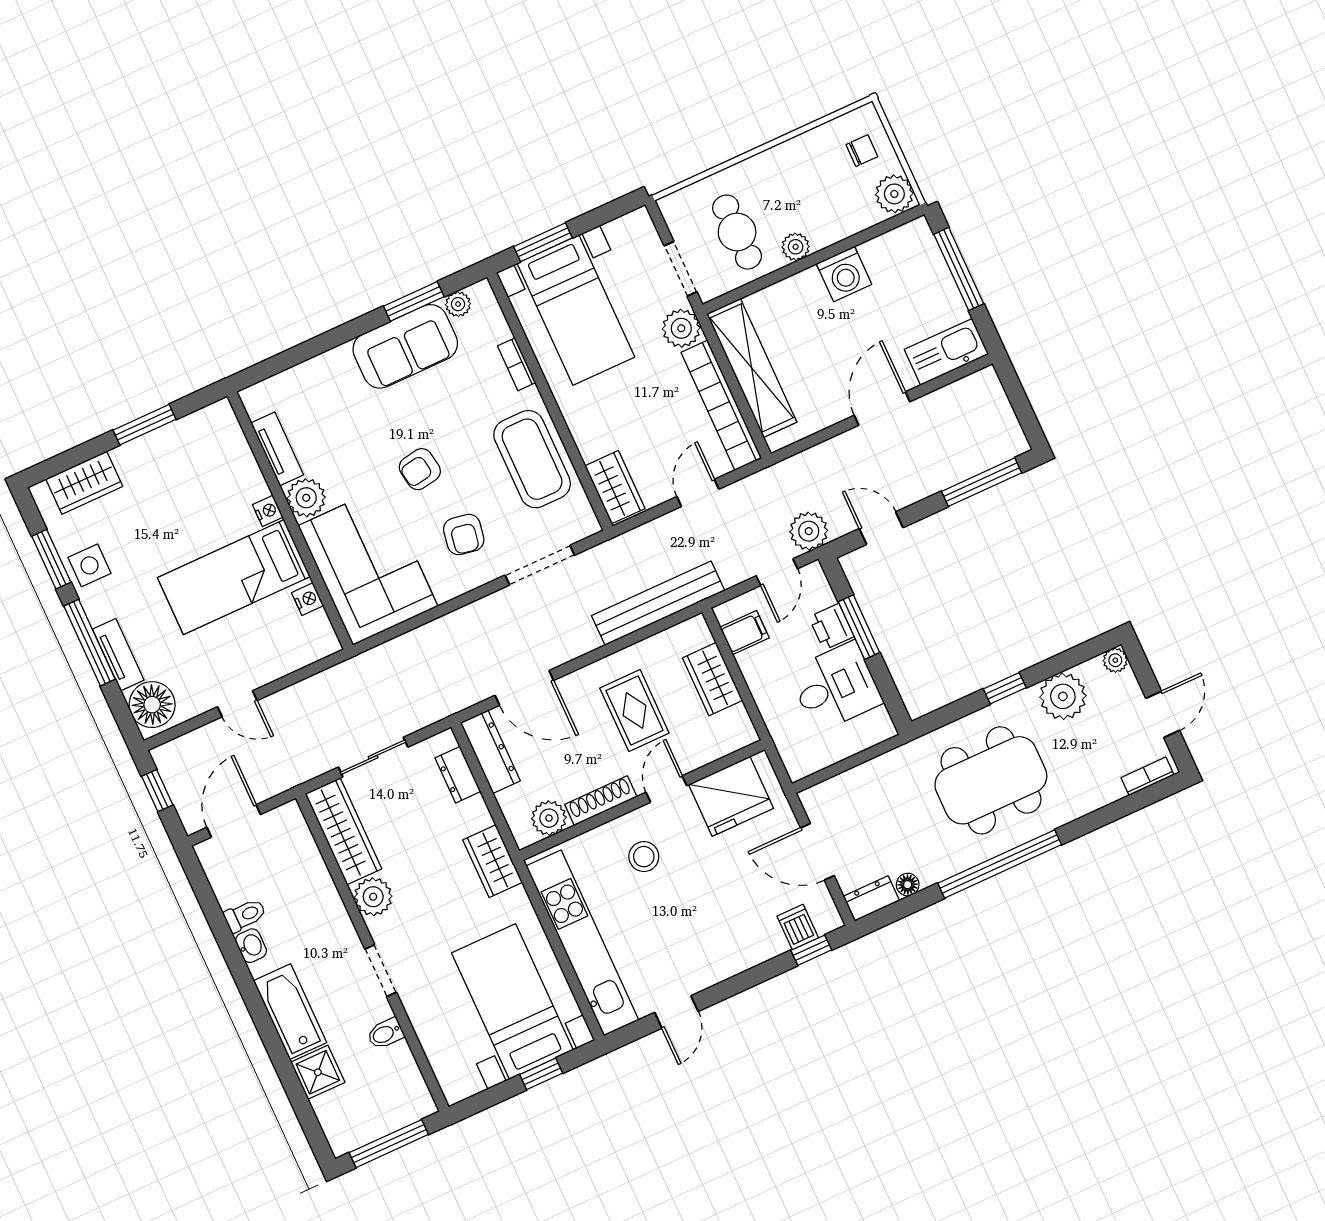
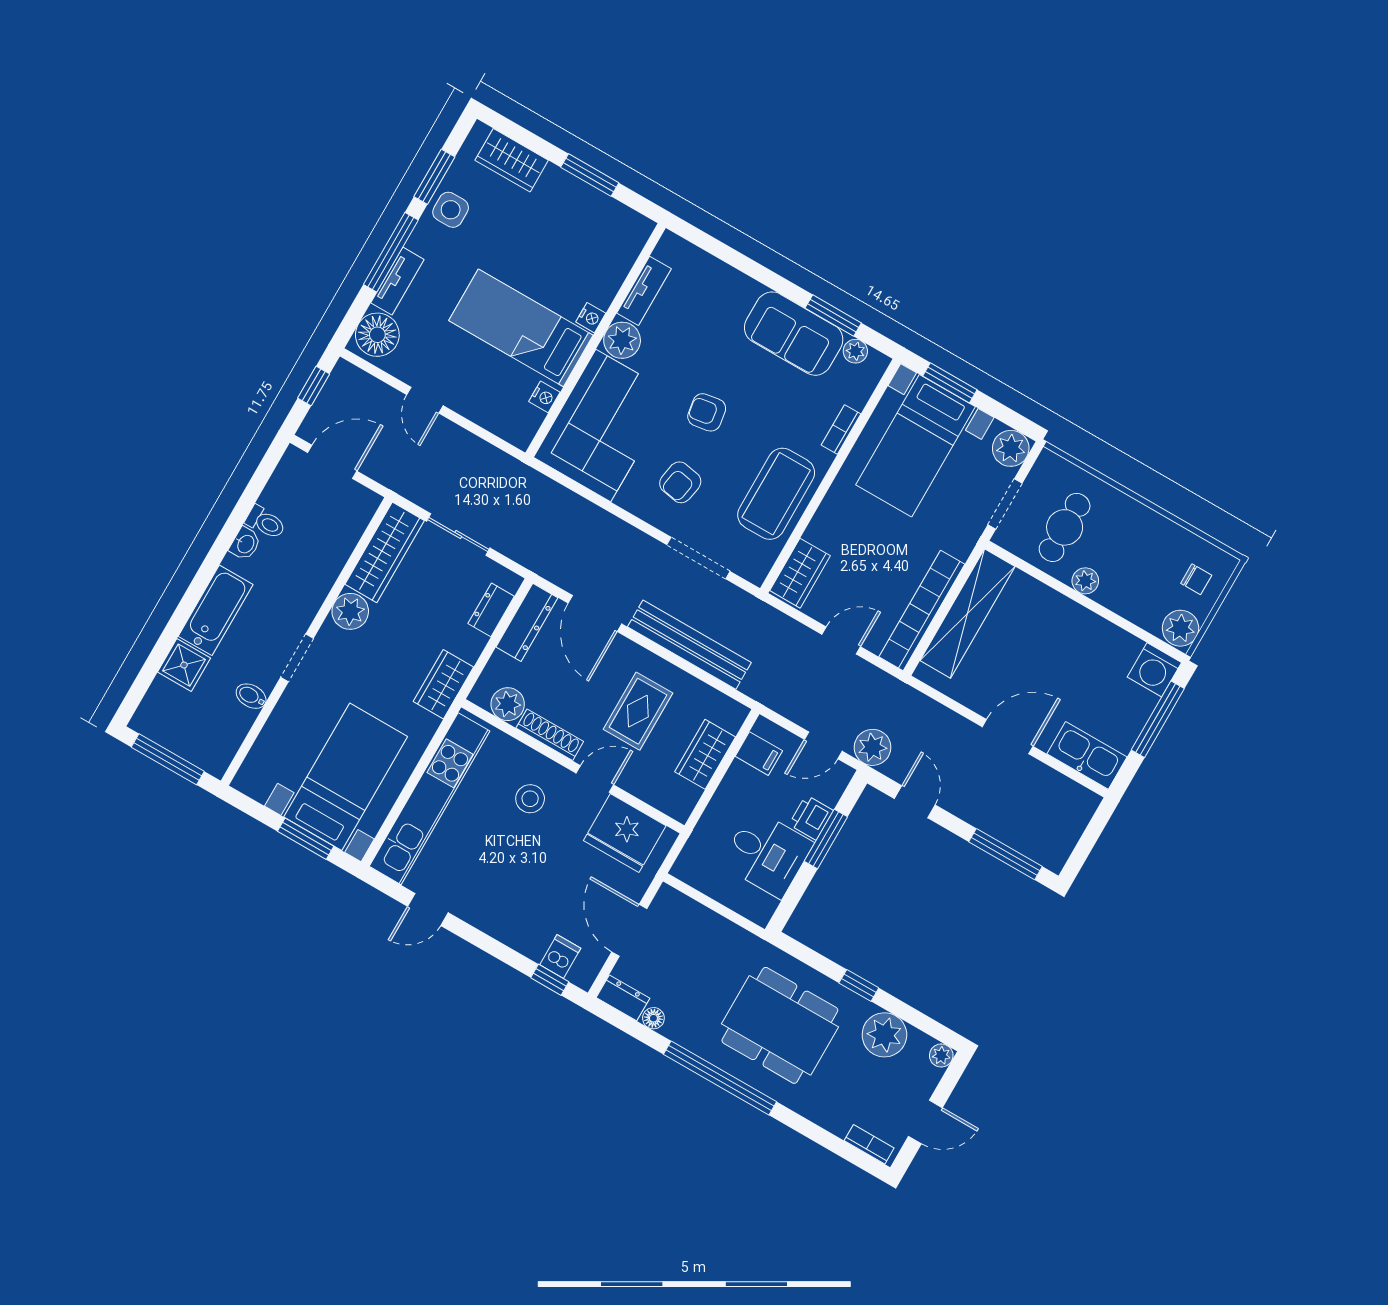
washing machine: (844, 274) -> (1154, 670), moved
plant: (681, 328) -> (1011, 448), moved
bench: (658, 603) -> (689, 645), moved
window: (541, 1074) -> (306, 839), width x1.50

